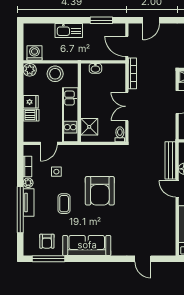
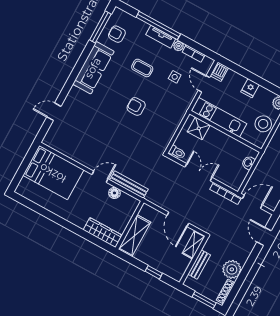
dishwasher: (31, 115) -> (219, 72), moved
armchair: (100, 191) -> (136, 106), width x0.53, depth x0.53

